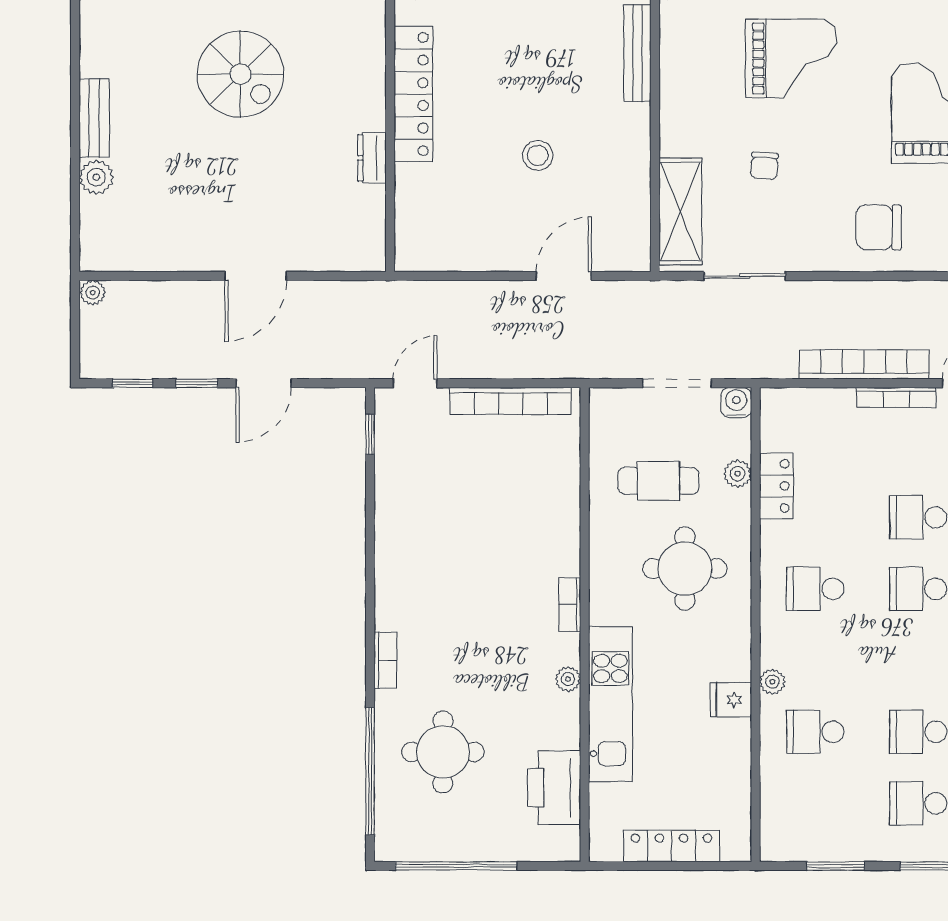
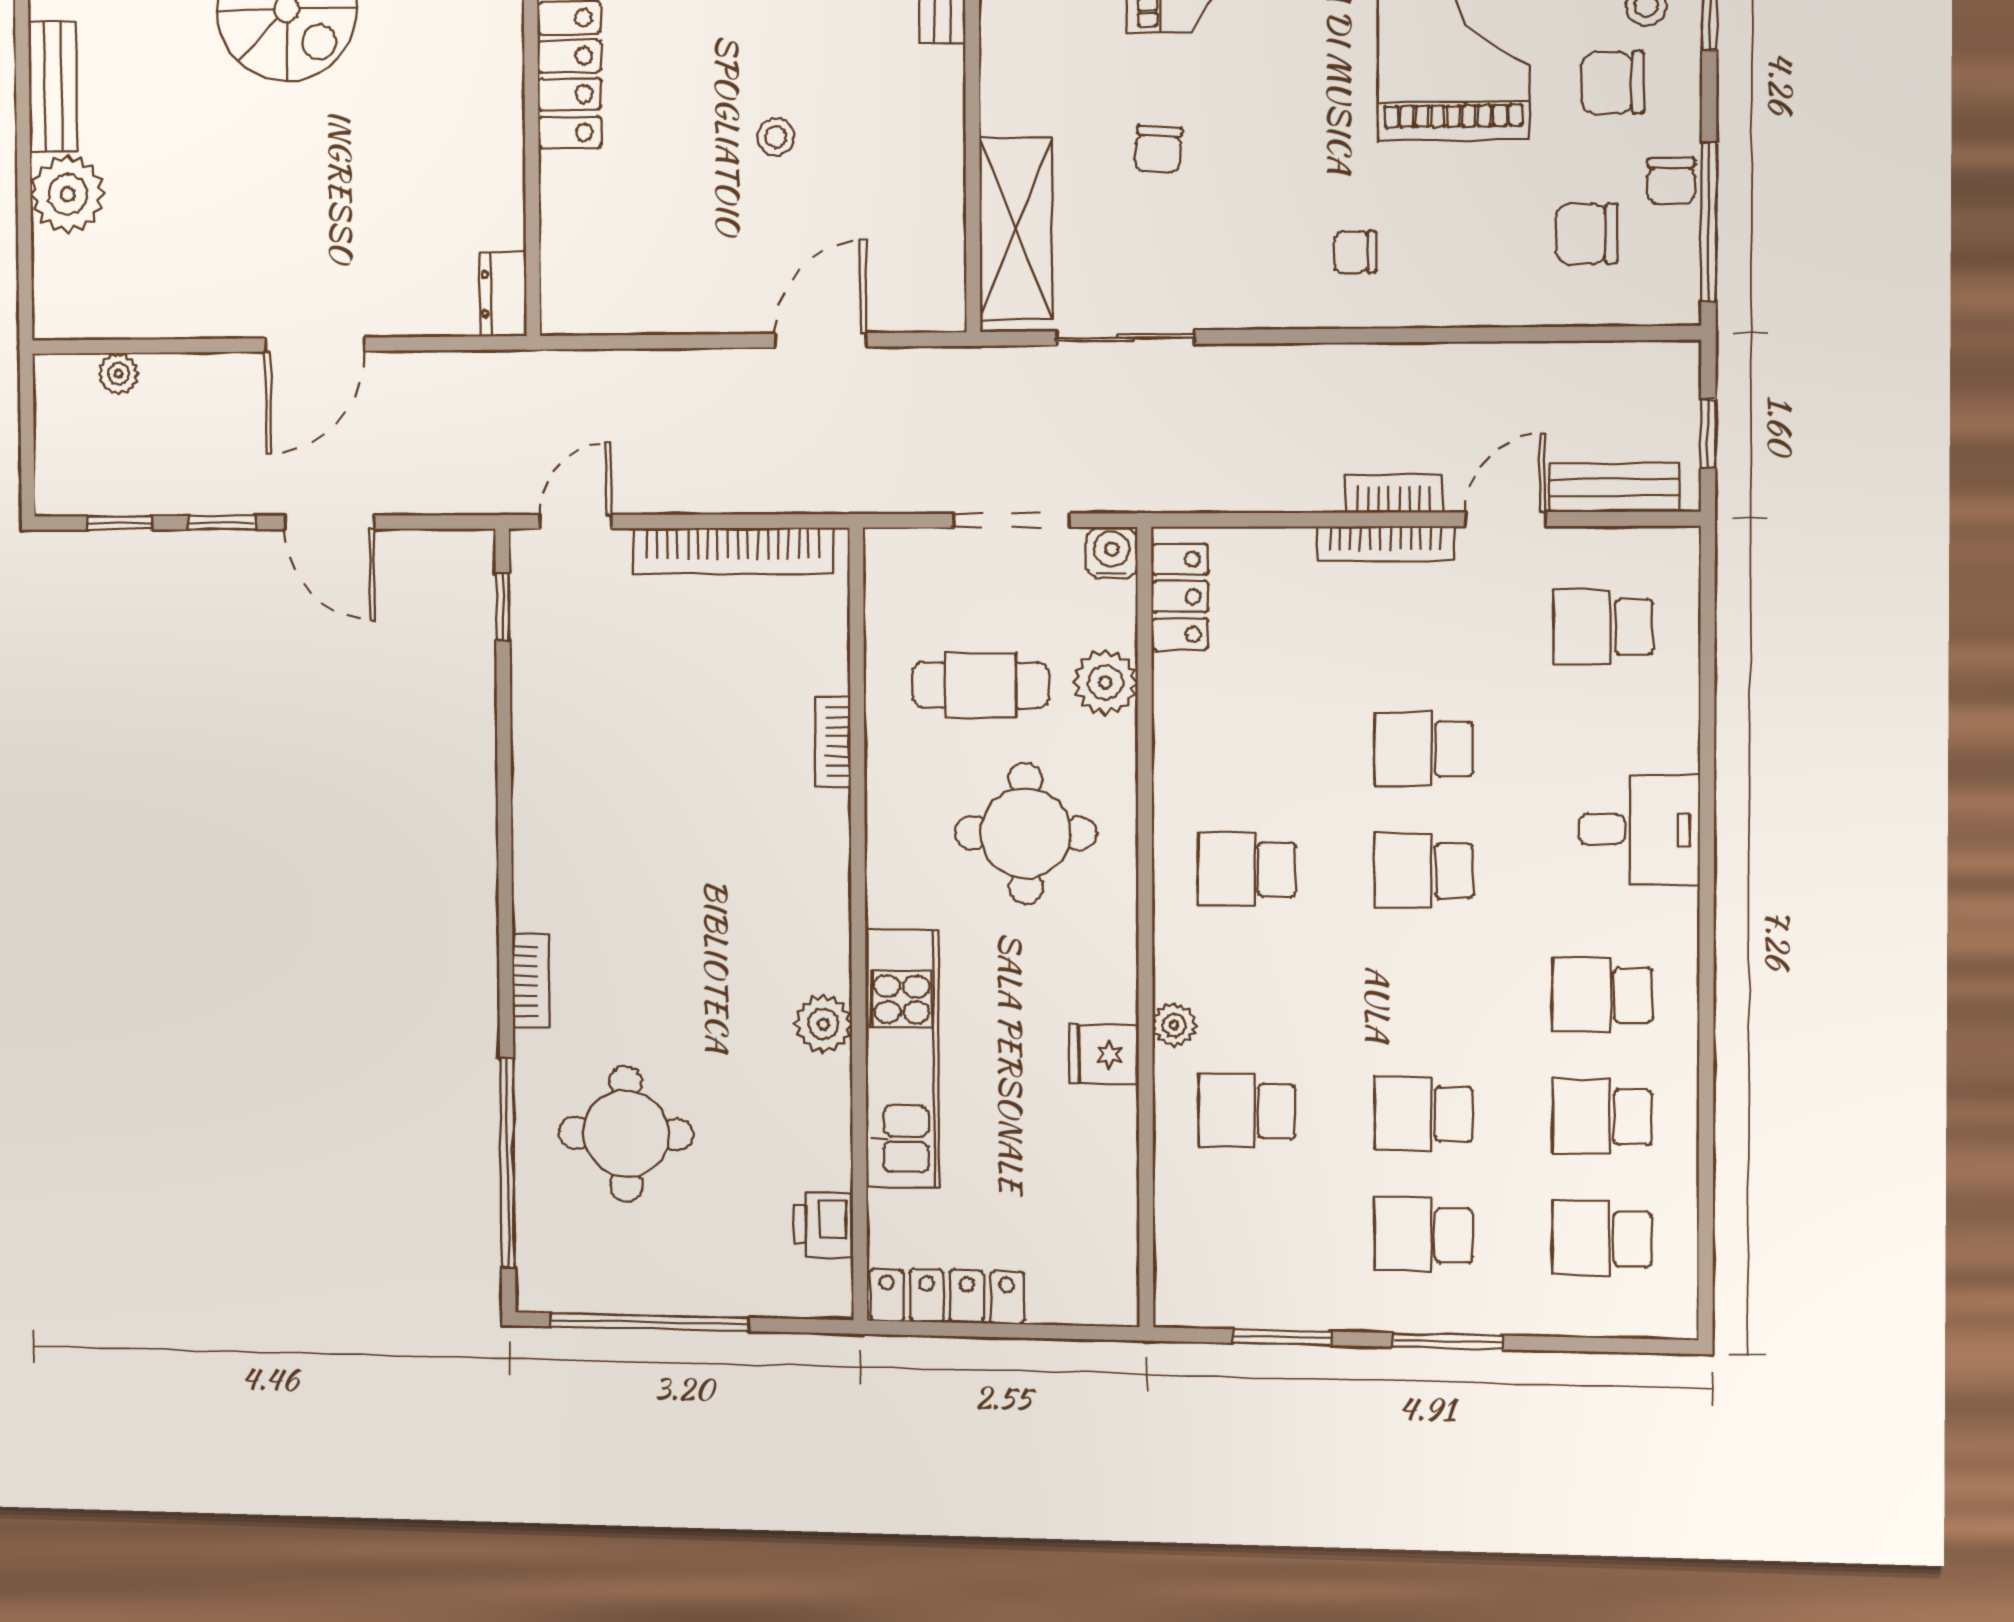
stool: (538, 155) -> (776, 137), width x0.73, depth x0.73
dresser: (372, 158) -> (503, 294), moved
plant: (96, 177) -> (68, 194), width x1.36, depth x1.36
chair: (879, 227) -> (1355, 252), width x0.54, depth x0.54
plant: (93, 293) -> (118, 374), moved
bookcase: (864, 364) -> (1394, 493), width x0.43, depth x0.76
door: (264, 383) -> (329, 522), hinge flipped
plant: (738, 474) -> (1105, 682), width x1.38, depth x1.38
locker: (776, 486) -> (1180, 597), moved
bookcase: (570, 605) -> (833, 742), moved
plant: (568, 679) -> (823, 1024), width x1.38, depth x1.38
printer: (554, 788) -> (823, 1225), width x0.53, depth x0.68
locker: (672, 846) -> (947, 1296), moved

